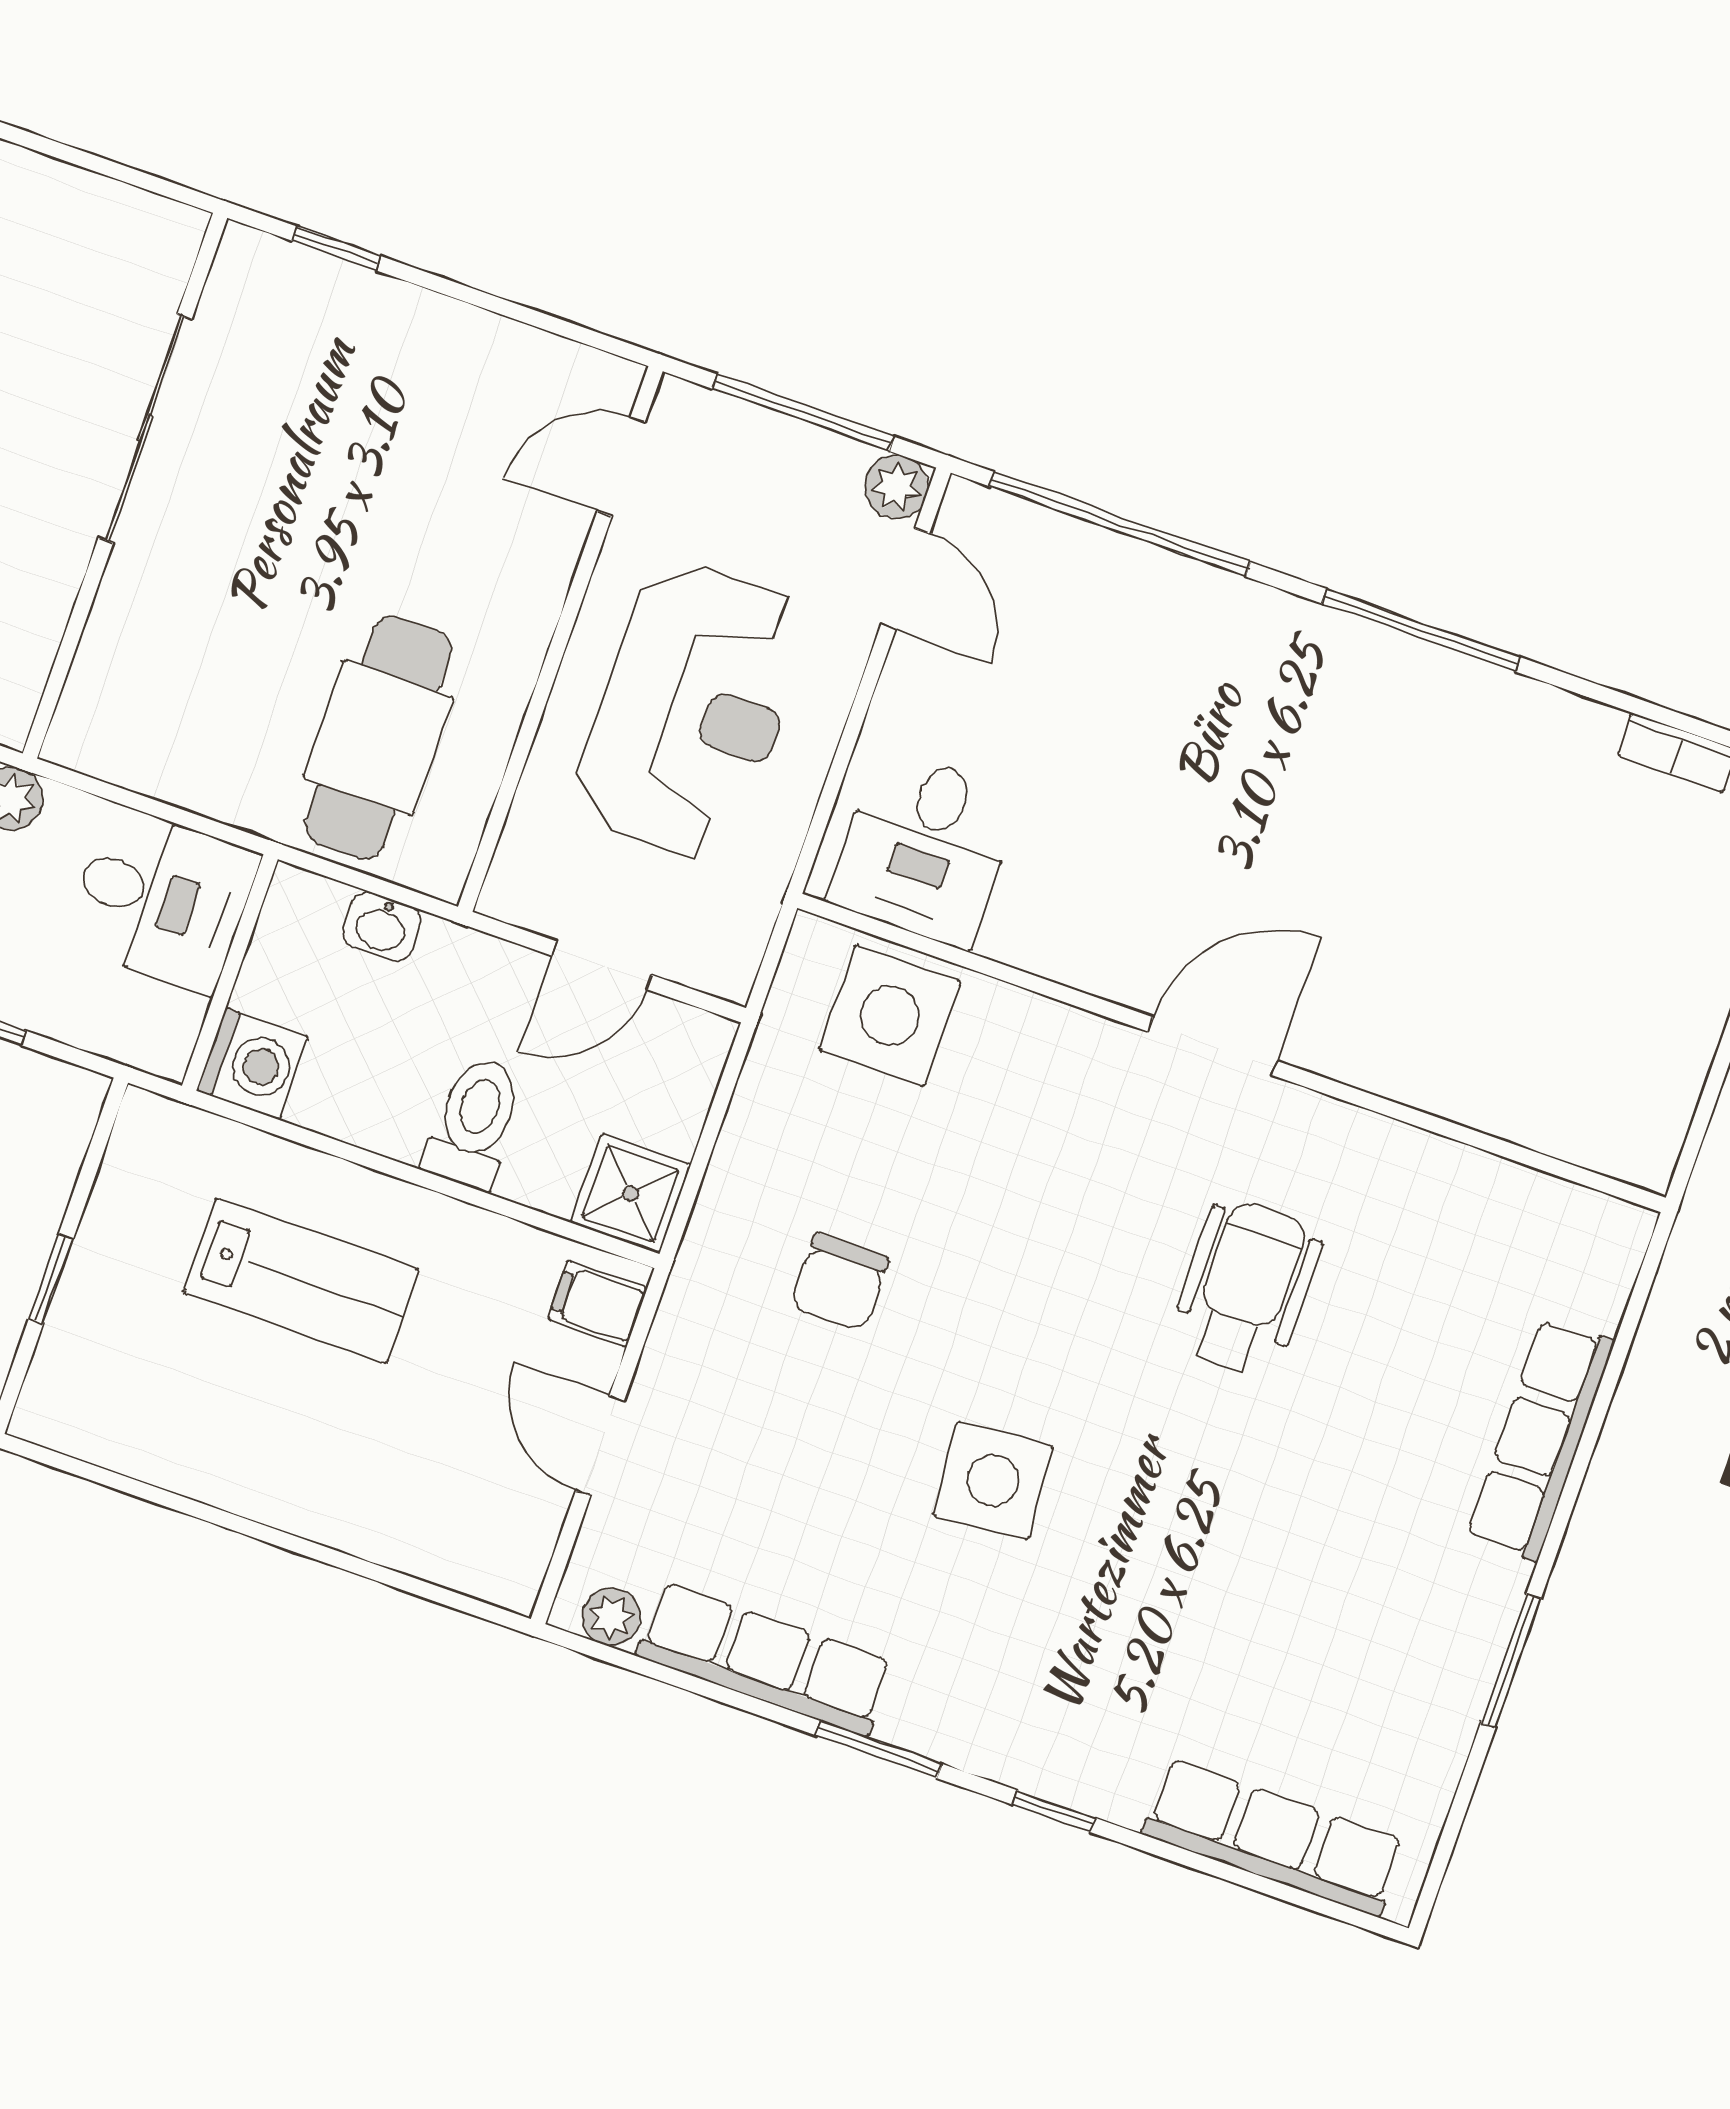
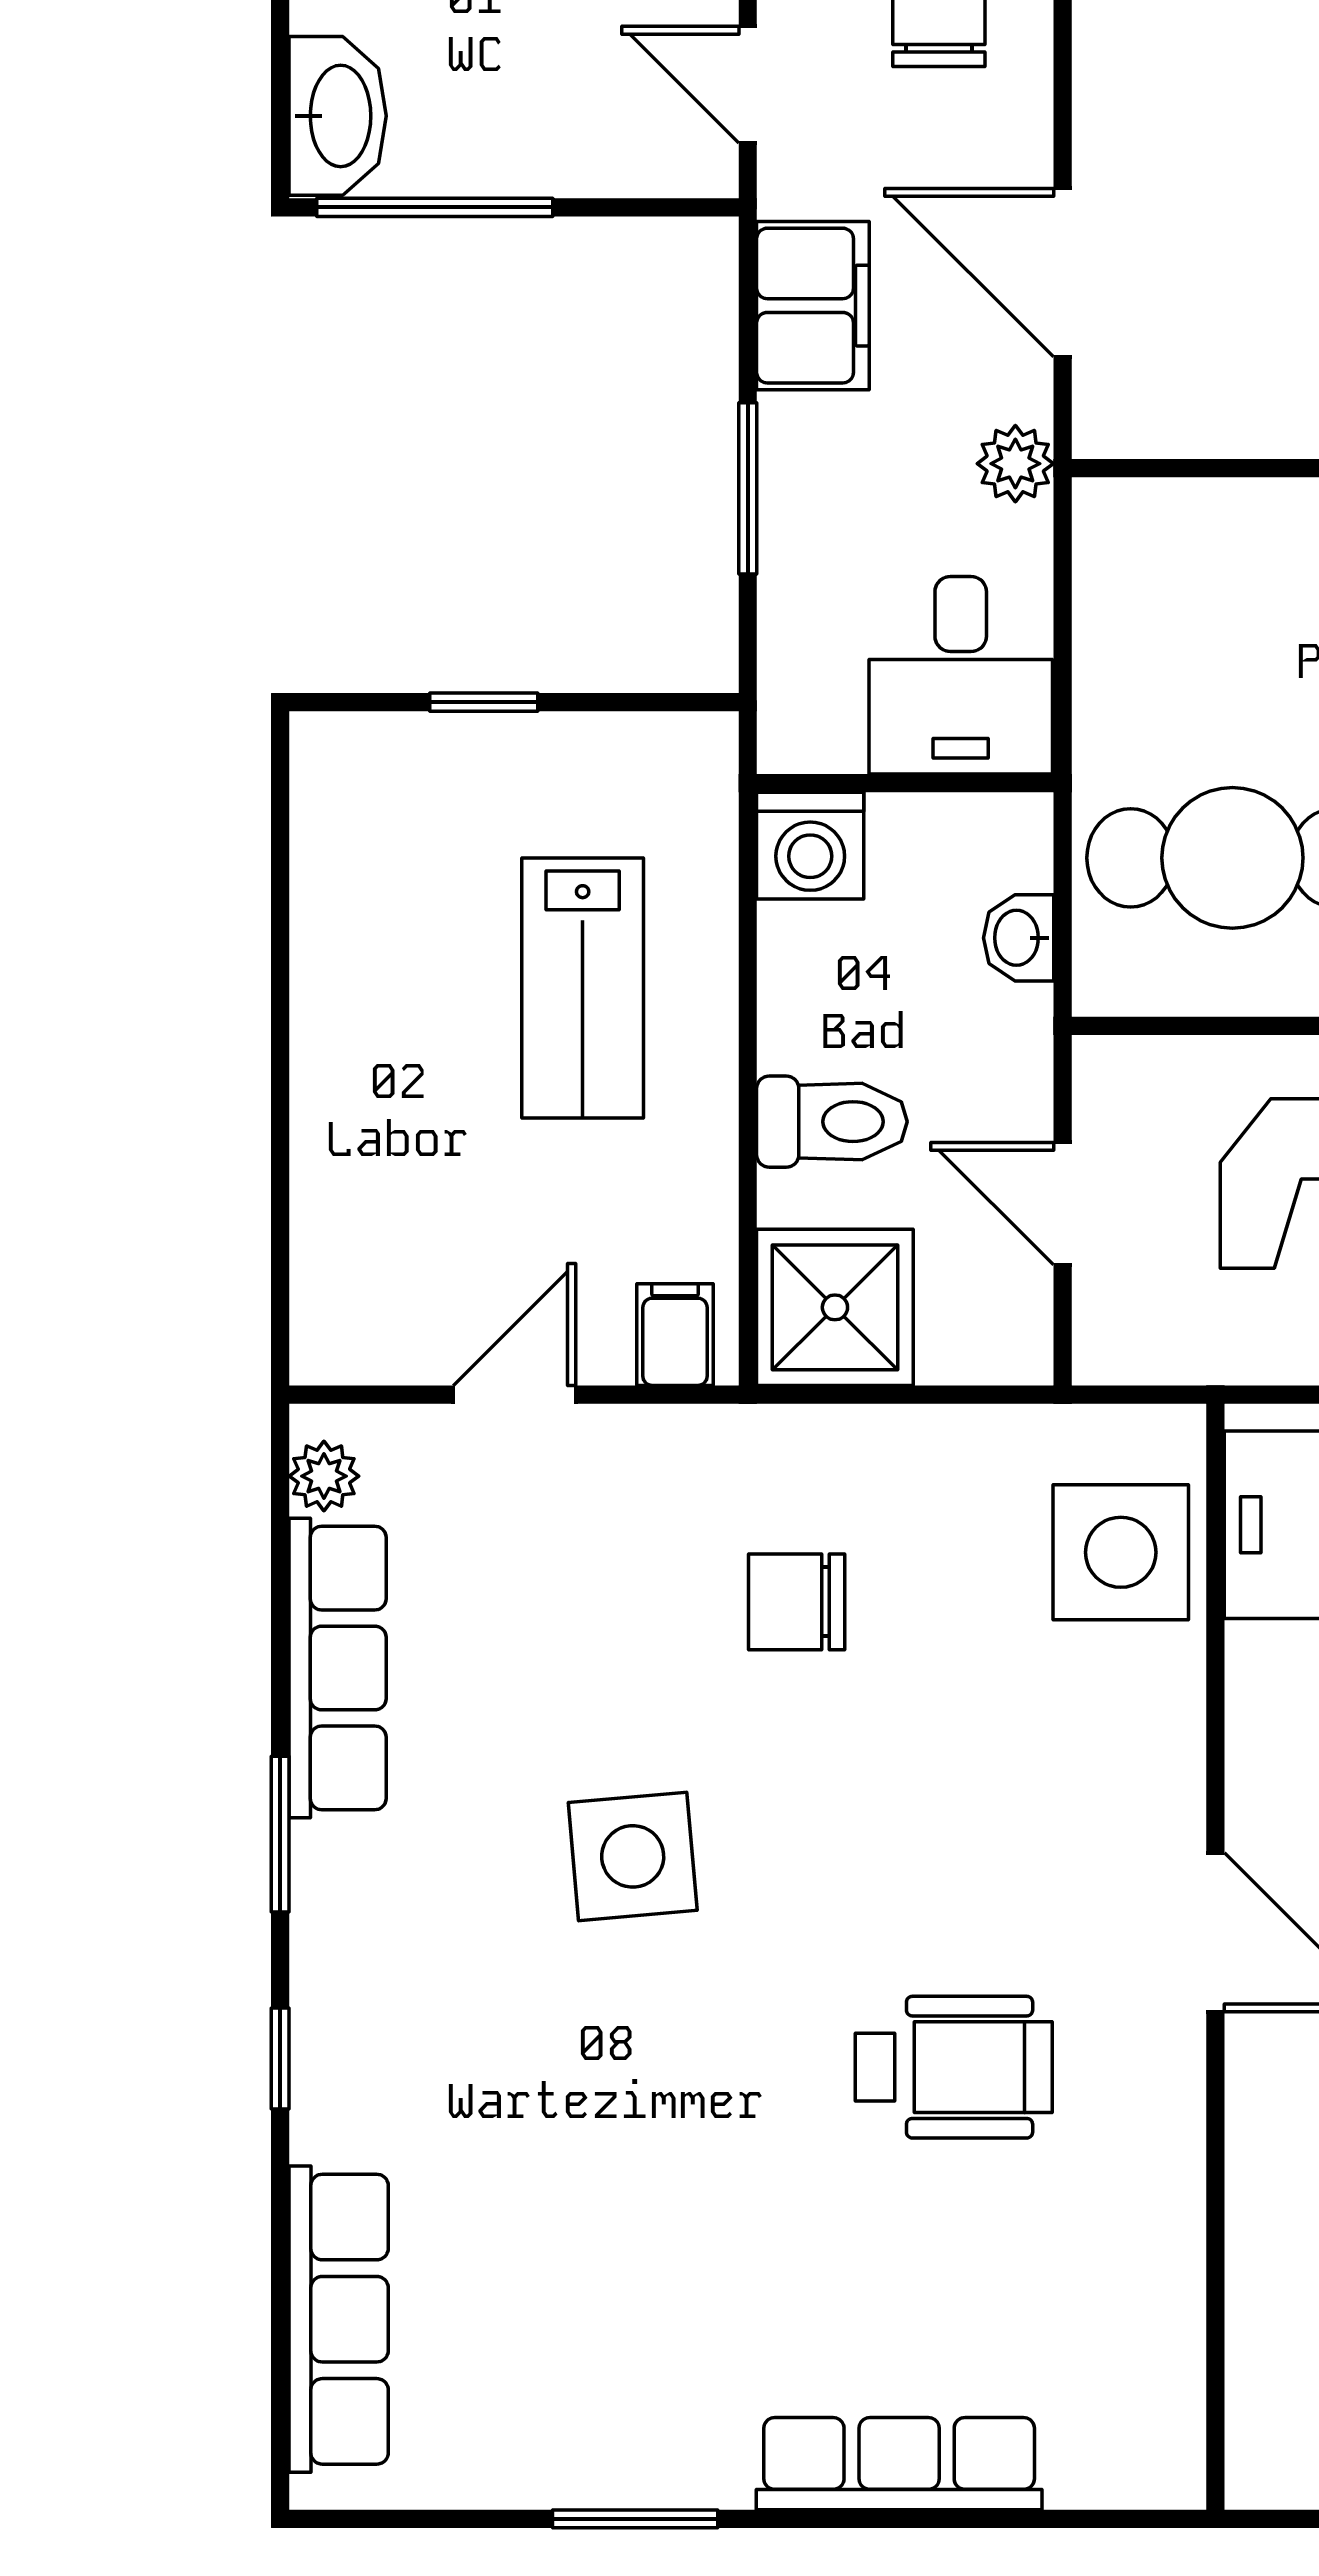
shower: (631, 1194) -> (835, 1307), width x1.36, depth x1.36

